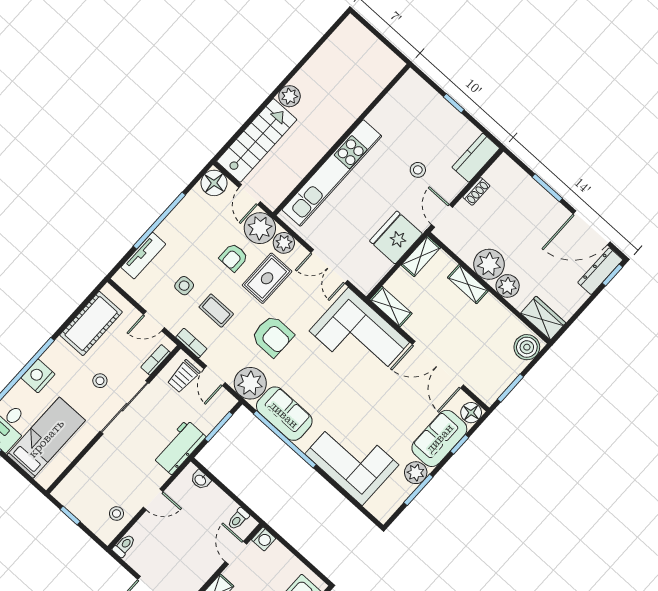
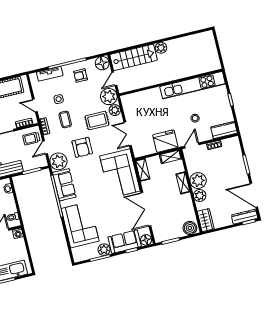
kitchen unit: (332, 173) -> (193, 85), moved
armchair: (233, 257) -> (80, 76), moved

